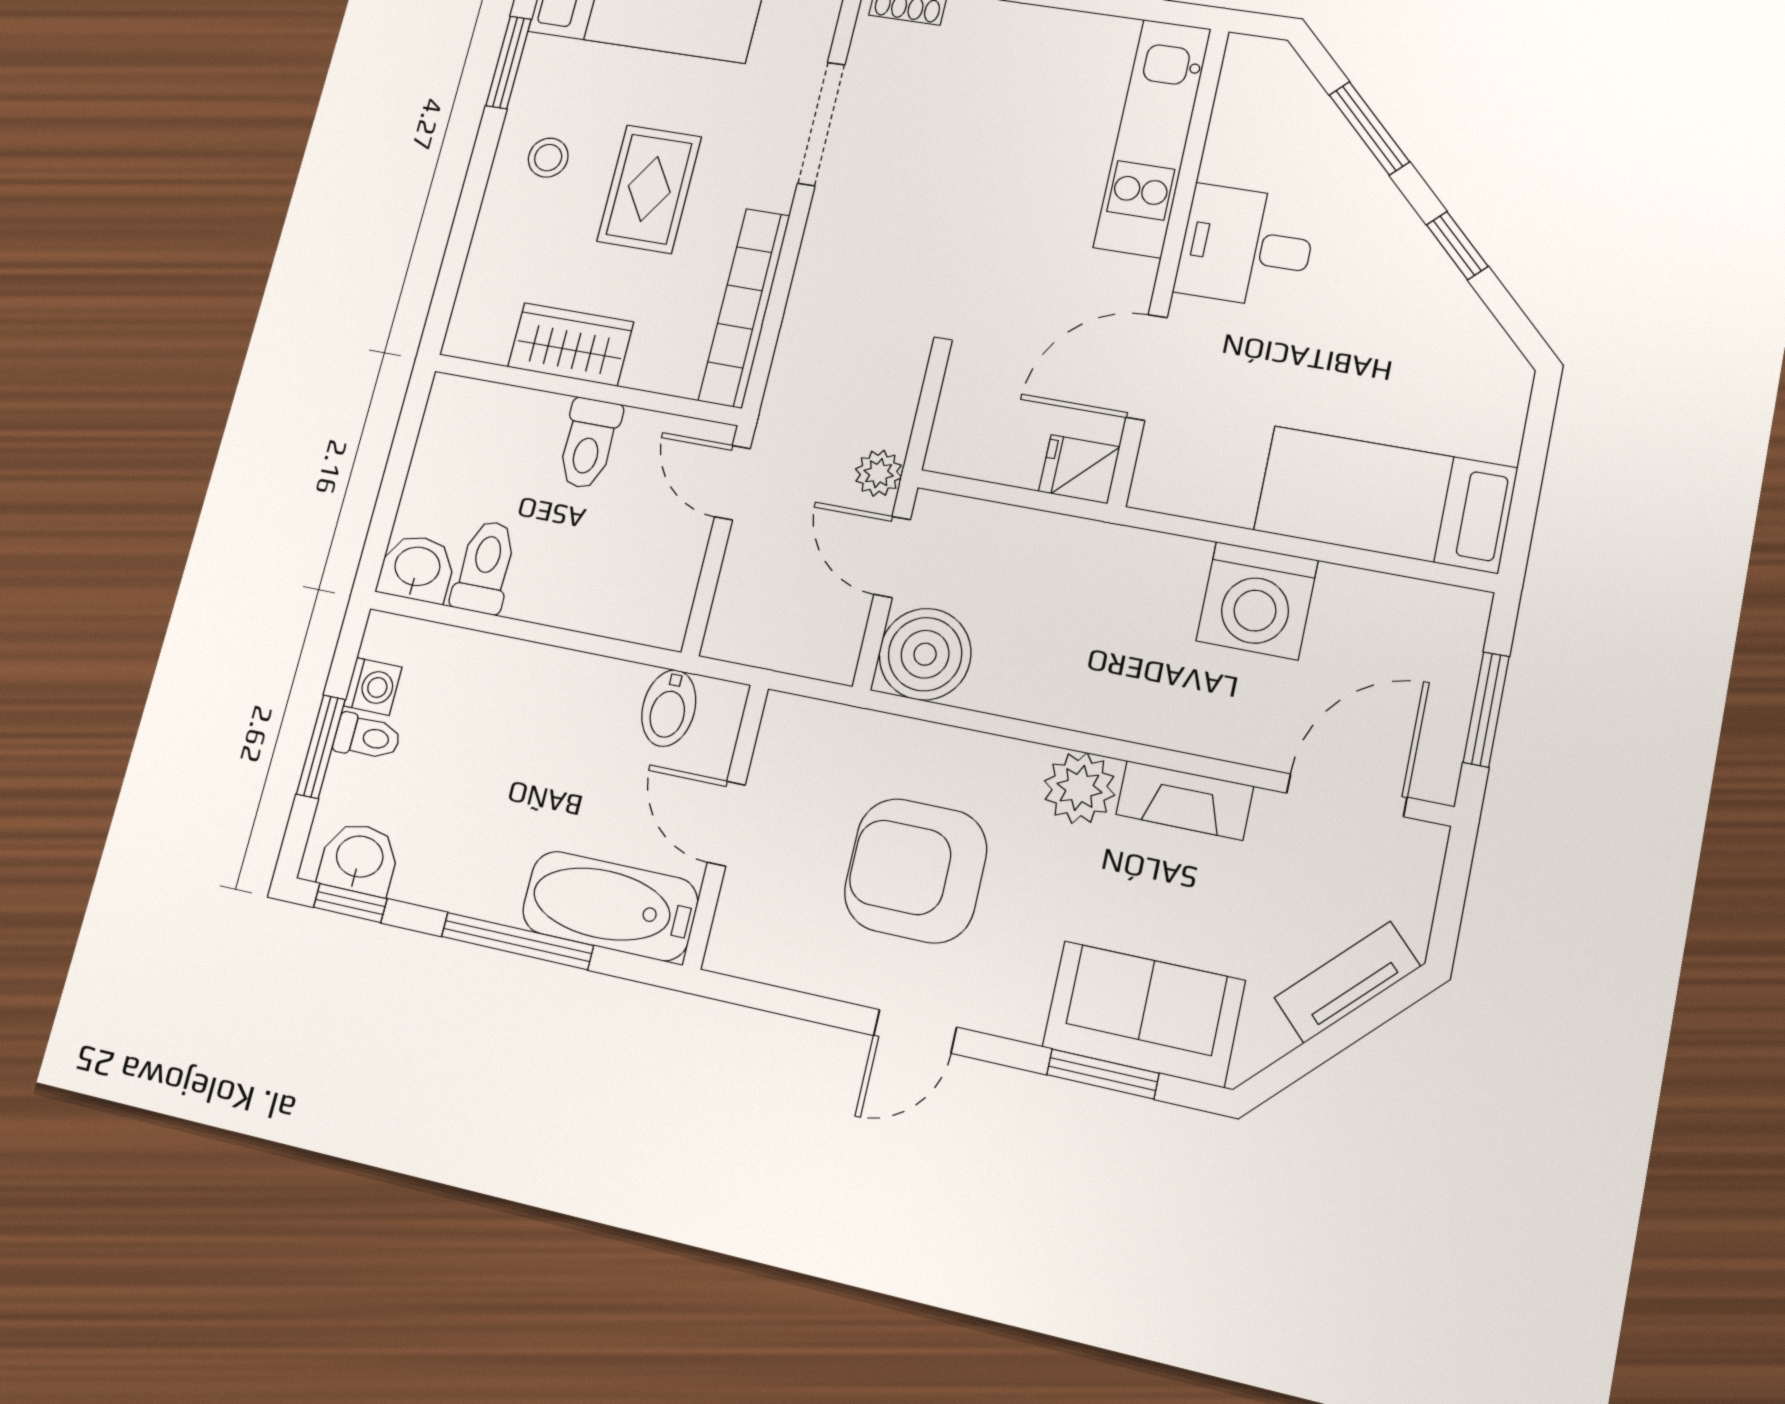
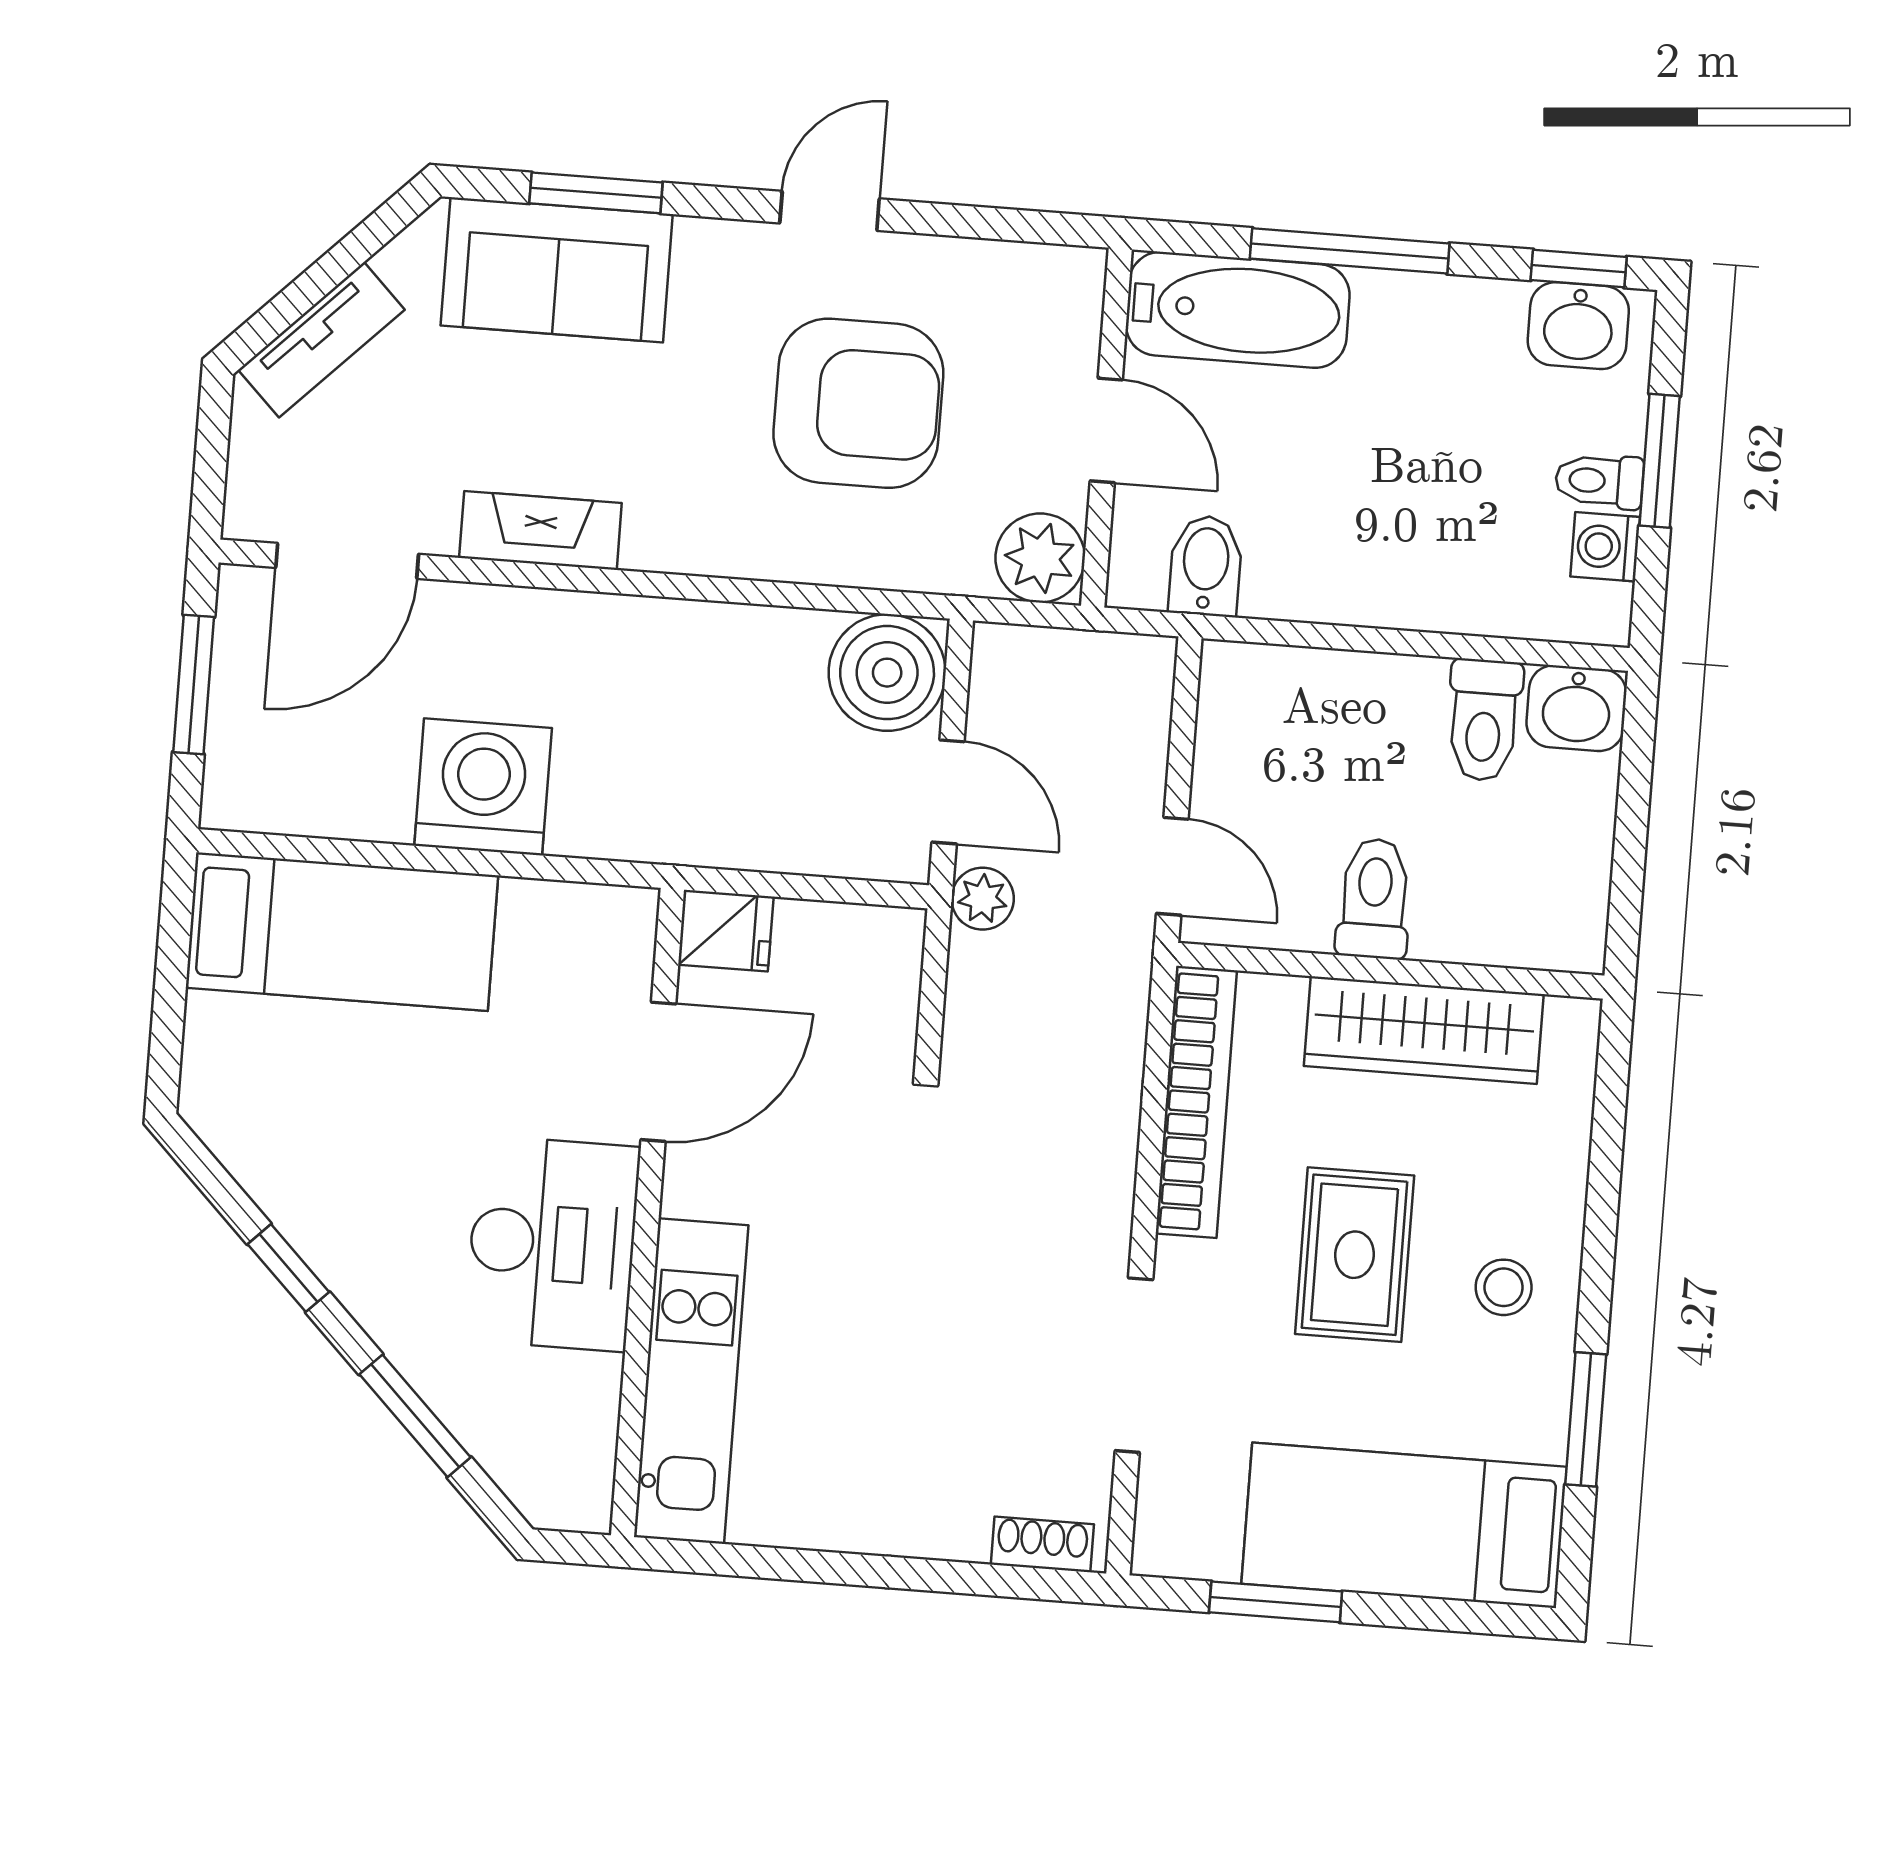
desk: (1246, 247) -> (552, 1244), width x1.37
wardrobe: (571, 344) -> (1424, 1030), width x1.50
plant: (1079, 788) -> (1040, 558), moved

